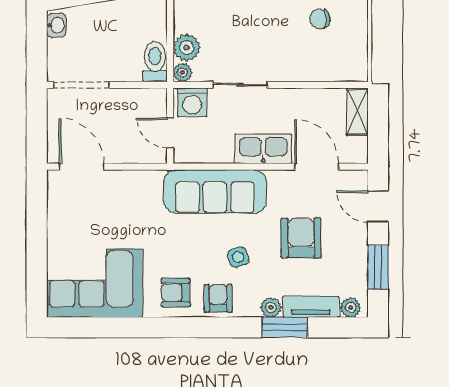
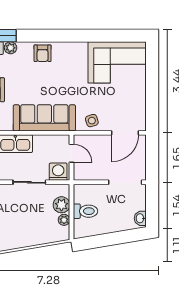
toilet: (155, 62) -> (85, 211), moved, turned -90
plant: (182, 72) -> (64, 220), moved
door: (82, 167) -> (125, 133), hinge flipped
side table: (238, 257) -> (92, 121), moved
armchair: (176, 293) -> (68, 57), removed

